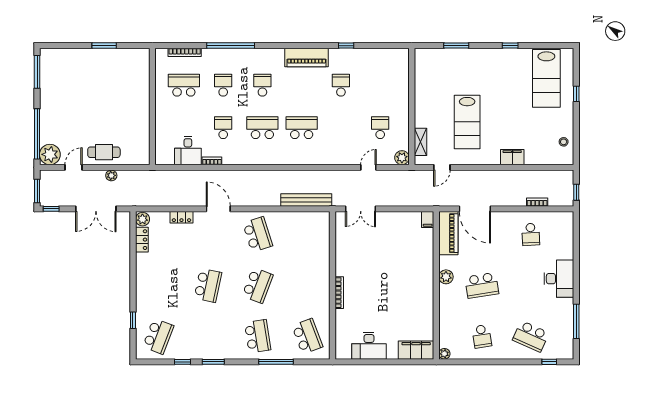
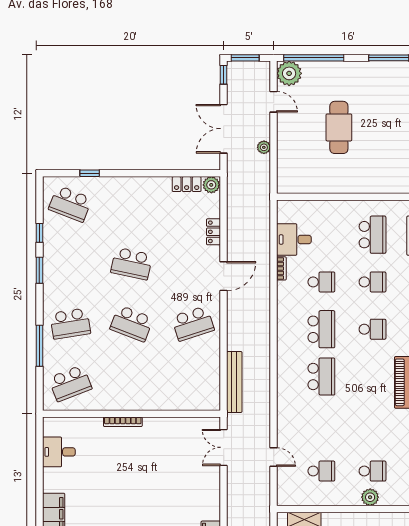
school desk: (341, 85) -> (372, 471), moved
cafe table: (104, 152) -> (339, 127), moved, width x1.37, depth x1.35
plant: (402, 158) -> (370, 497), moved
desk: (369, 346) -> (59, 452), width x0.73

